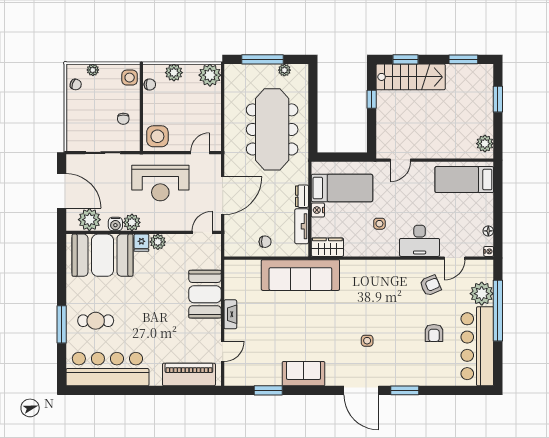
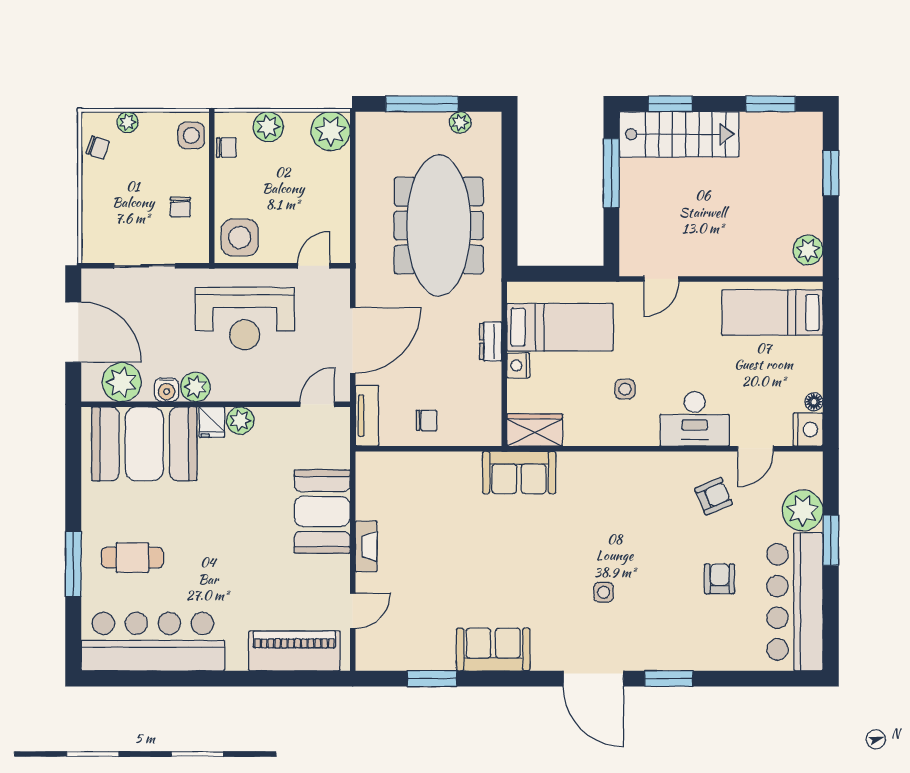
window: (372, 99) -> (611, 173), width x2.17
tv unit: (302, 226) -> (367, 416), moved, turned 180
nightstand: (489, 251) -> (808, 429), width x1.89, depth x1.79
sofa: (300, 275) -> (519, 473), width x0.54, depth x0.79
window: (498, 311) -> (831, 540), width x0.47
armchair: (434, 333) -> (720, 579), turned 180

